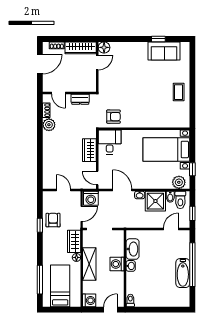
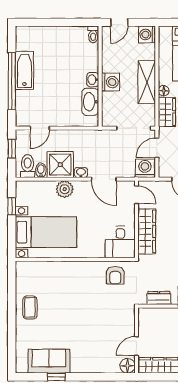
armchair: (113, 117) -> (115, 275), turned -90
wardrobe: (89, 150) -> (147, 231), width x1.50
plant: (179, 182) -> (65, 189), moved

